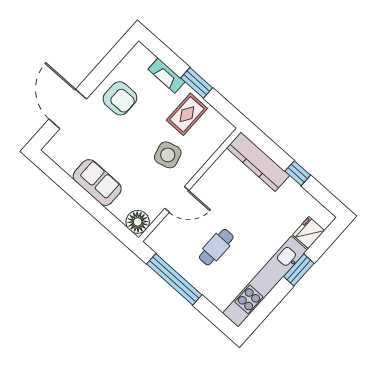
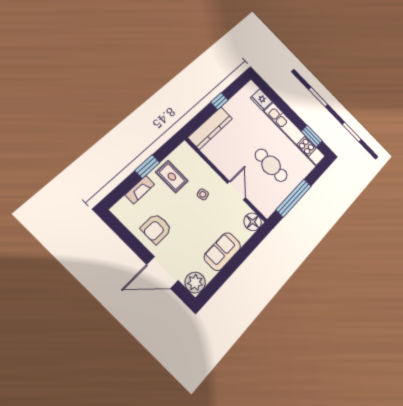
armchair: (120, 98) -> (156, 229), turned 180
plant: (58, 149) -> (195, 283), added
side table: (168, 155) -> (203, 194), width x0.54, depth x0.54
cafe table: (216, 247) -> (271, 165), width x1.37, depth x1.35
window: (299, 270) -> (312, 136), moved

